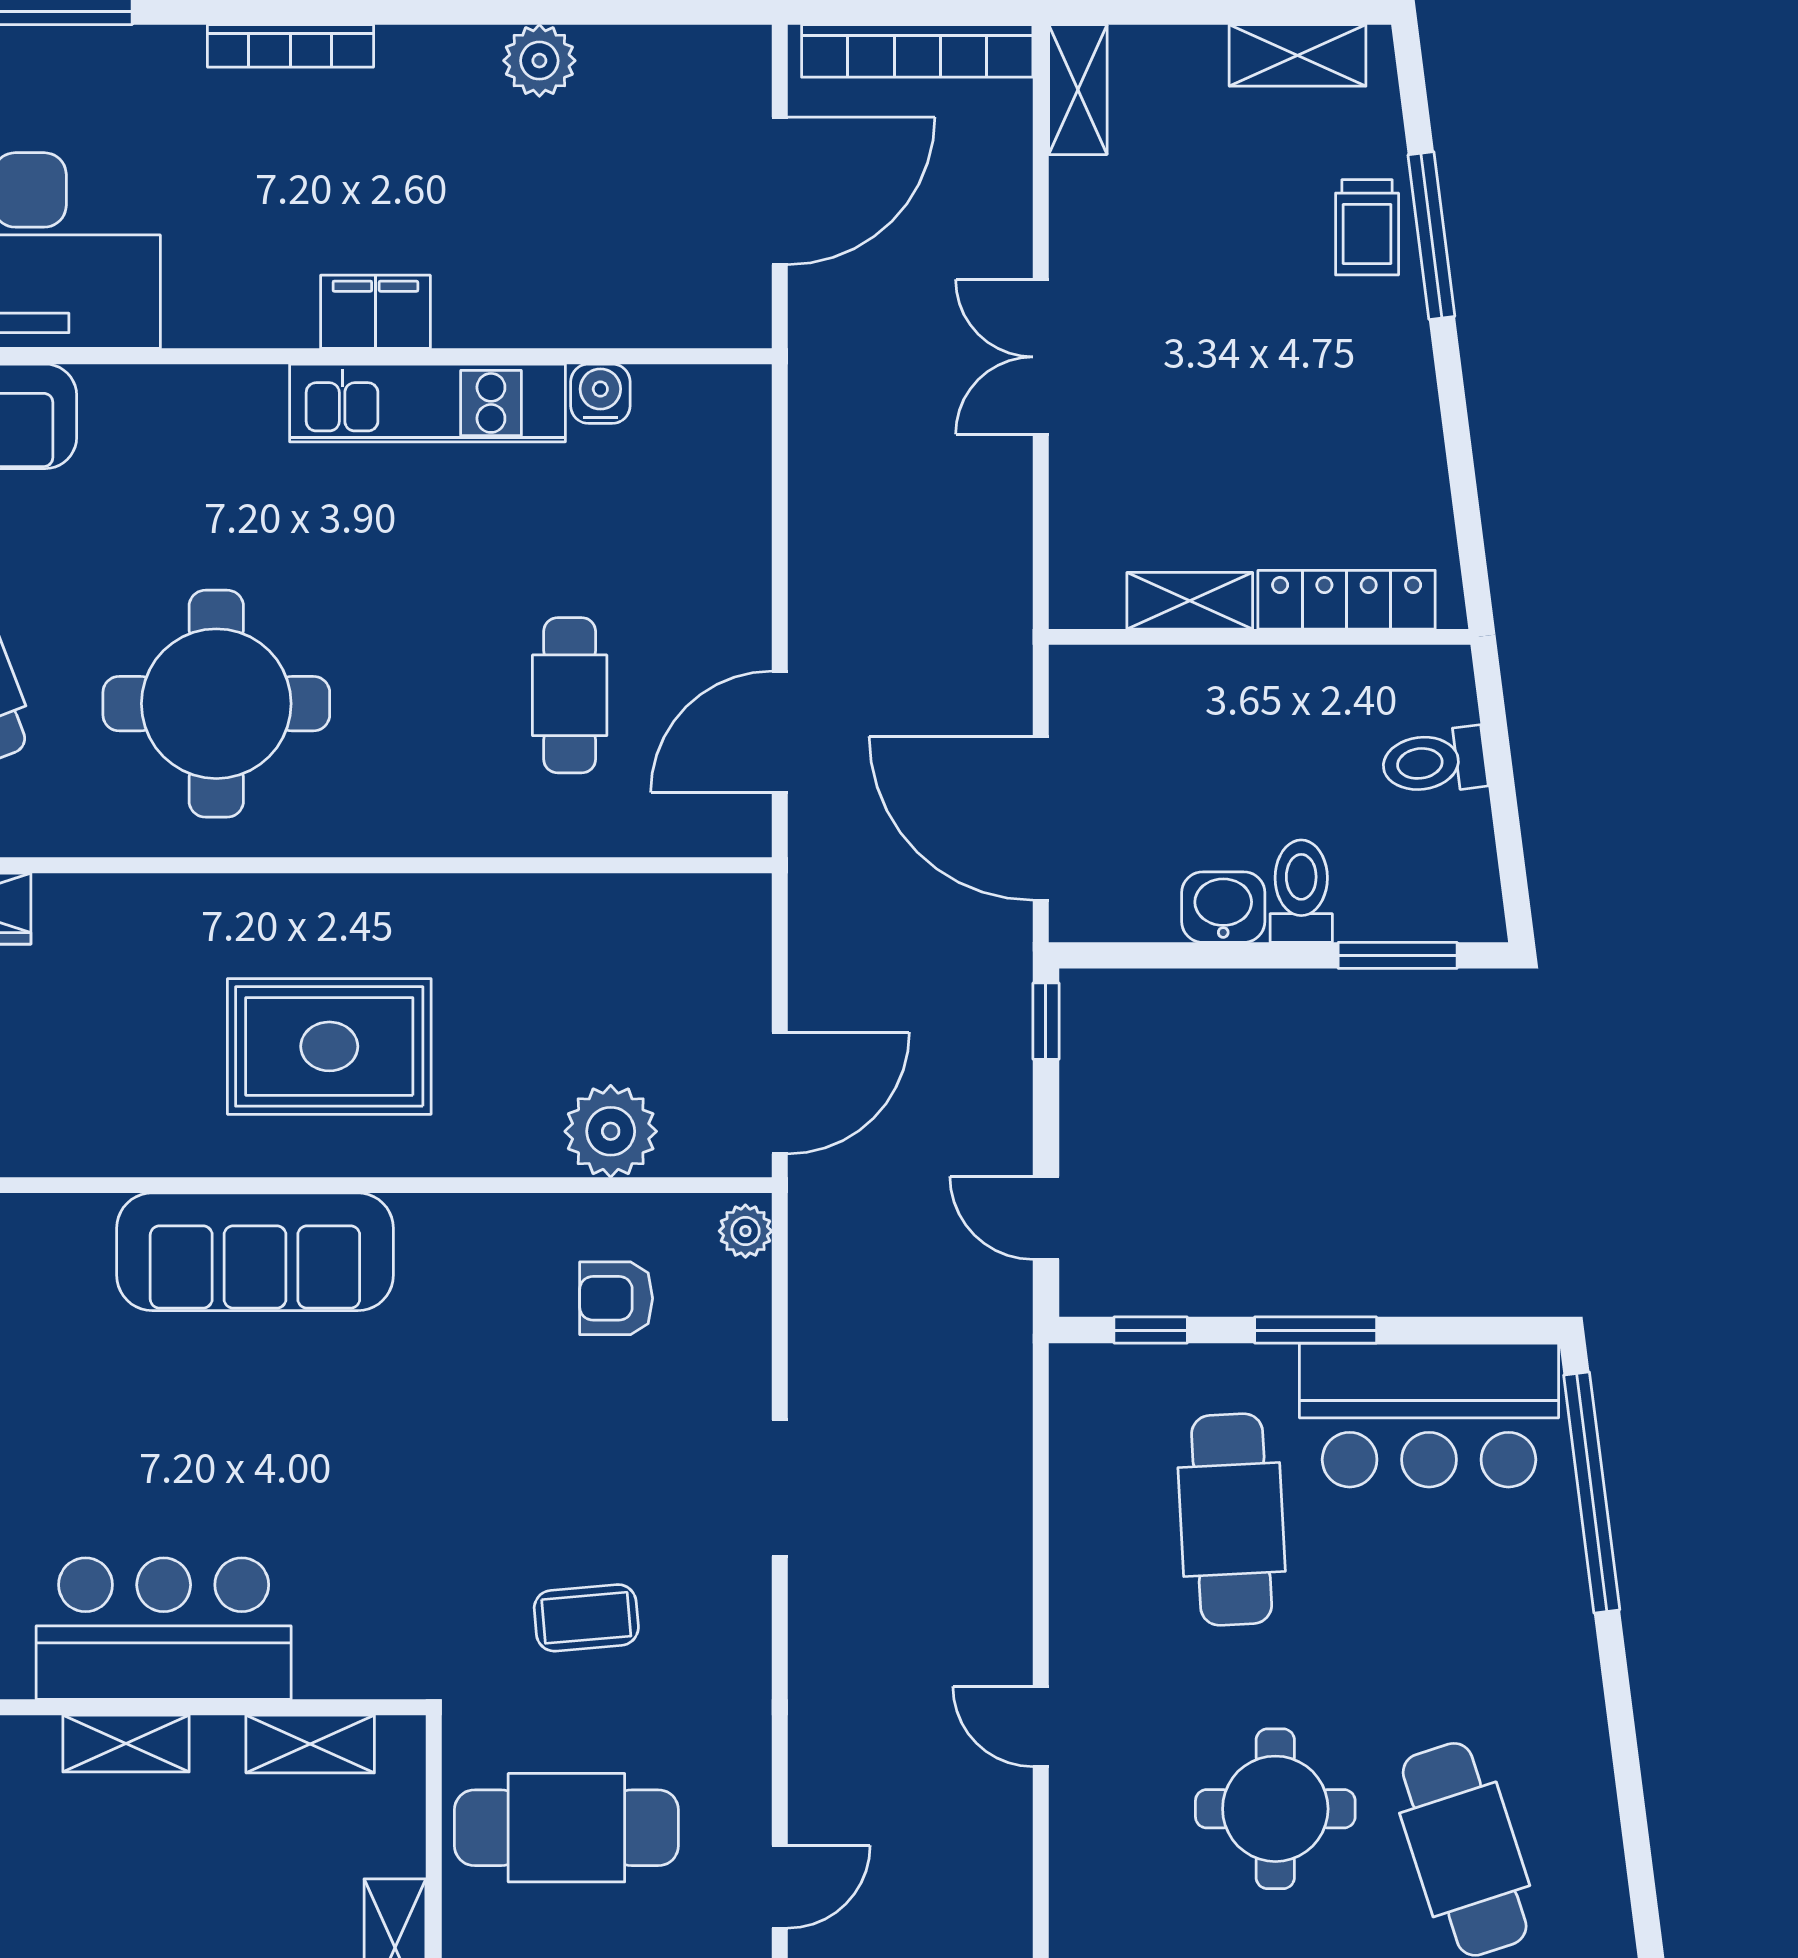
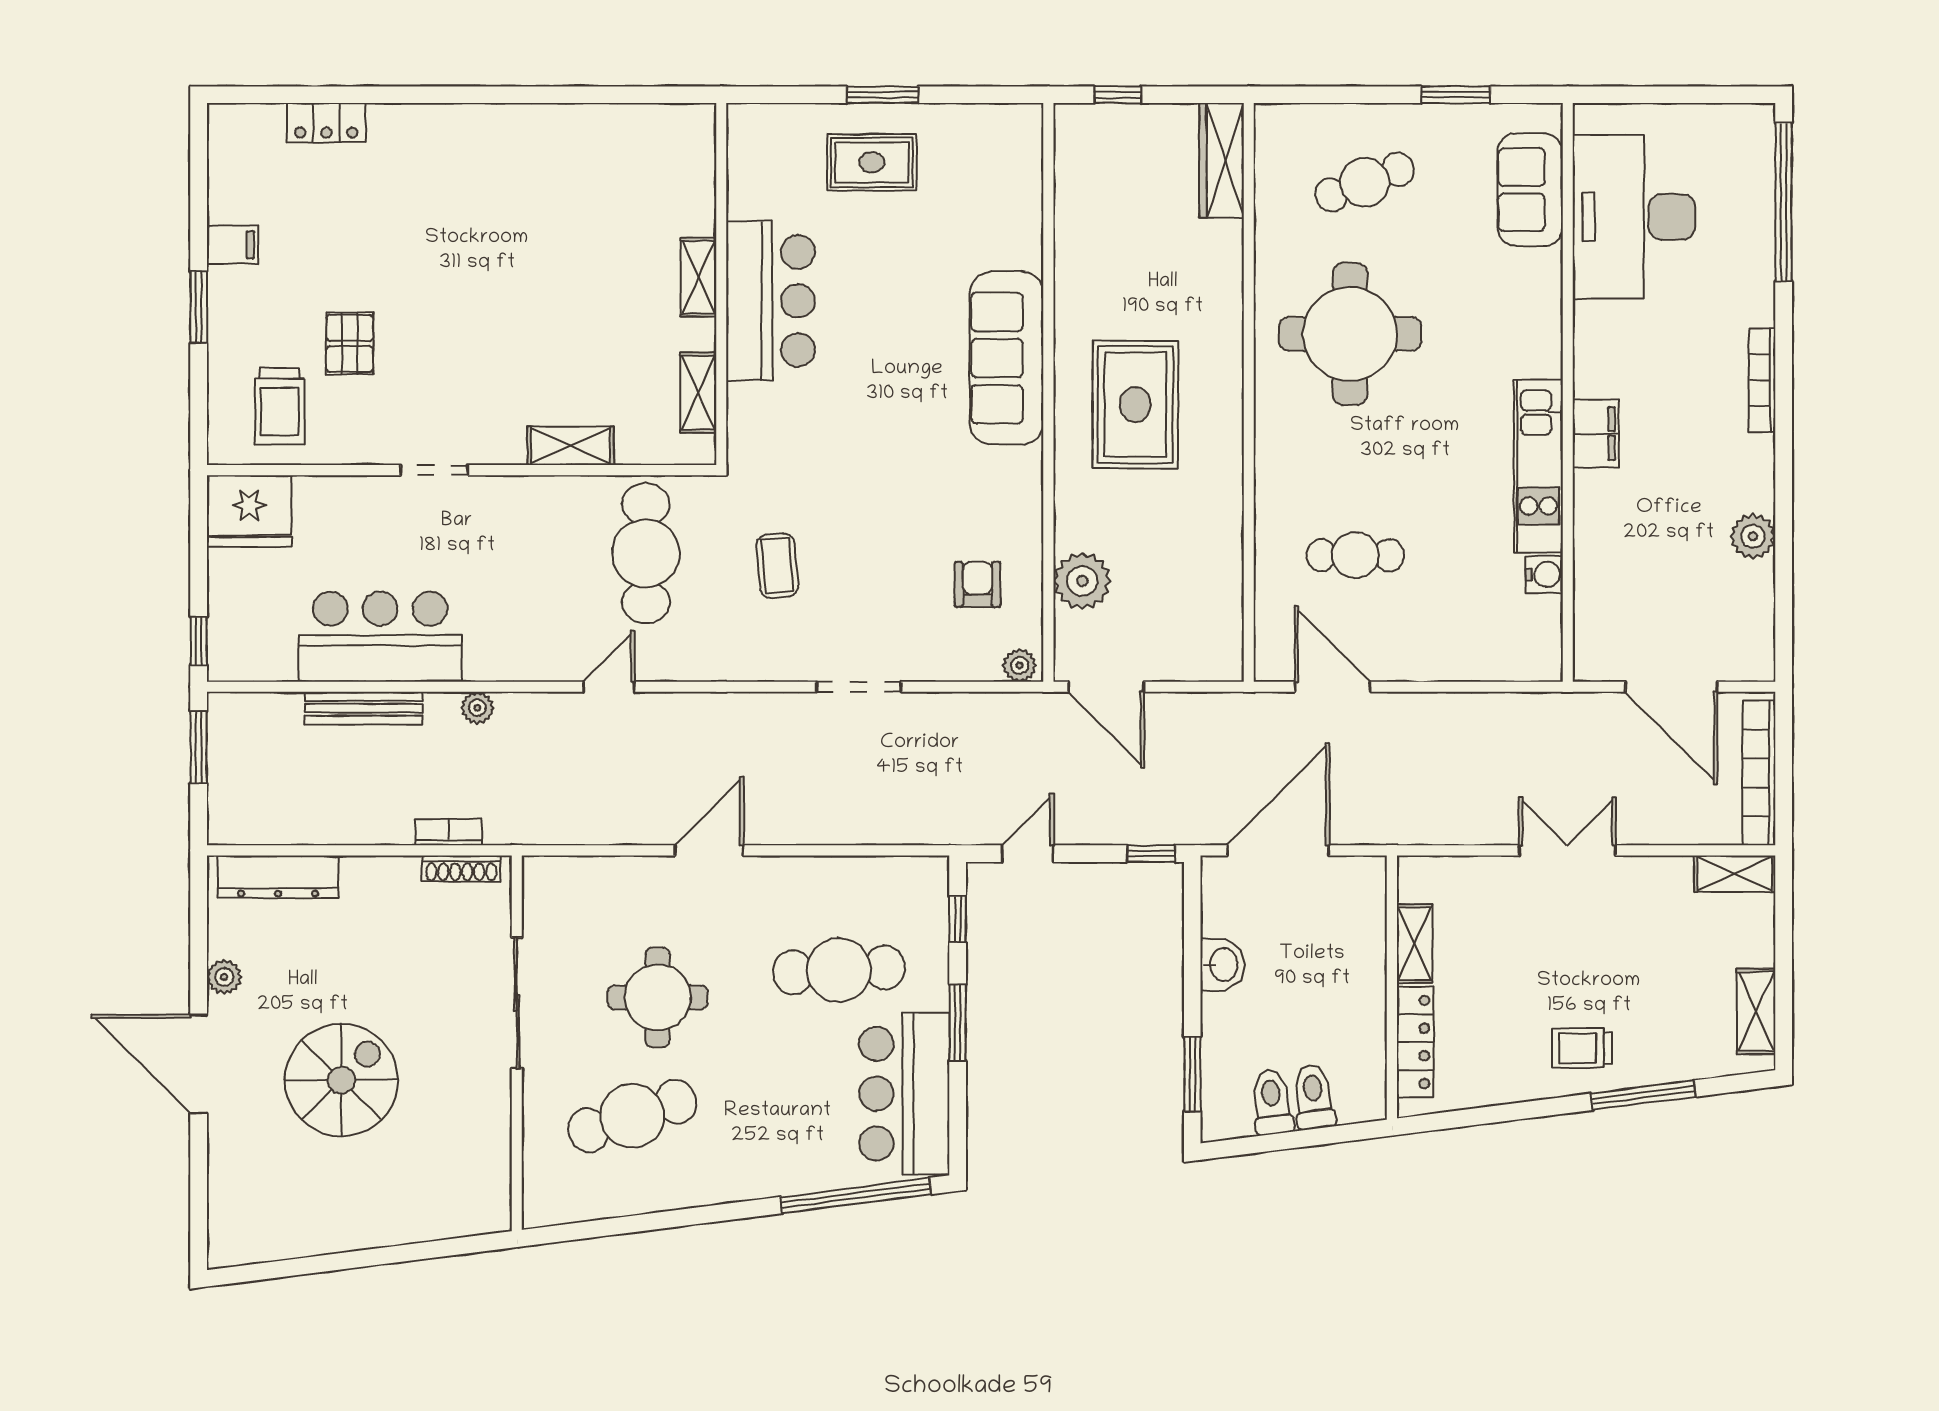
trolley: (1367, 227) -> (1582, 1048), moved
toilet: (1301, 891) -> (1272, 1102), moved, turned -97
door: (1041, 1727) -> (709, 850), width x1.38
door: (780, 1887) -> (609, 687), swing flipped

